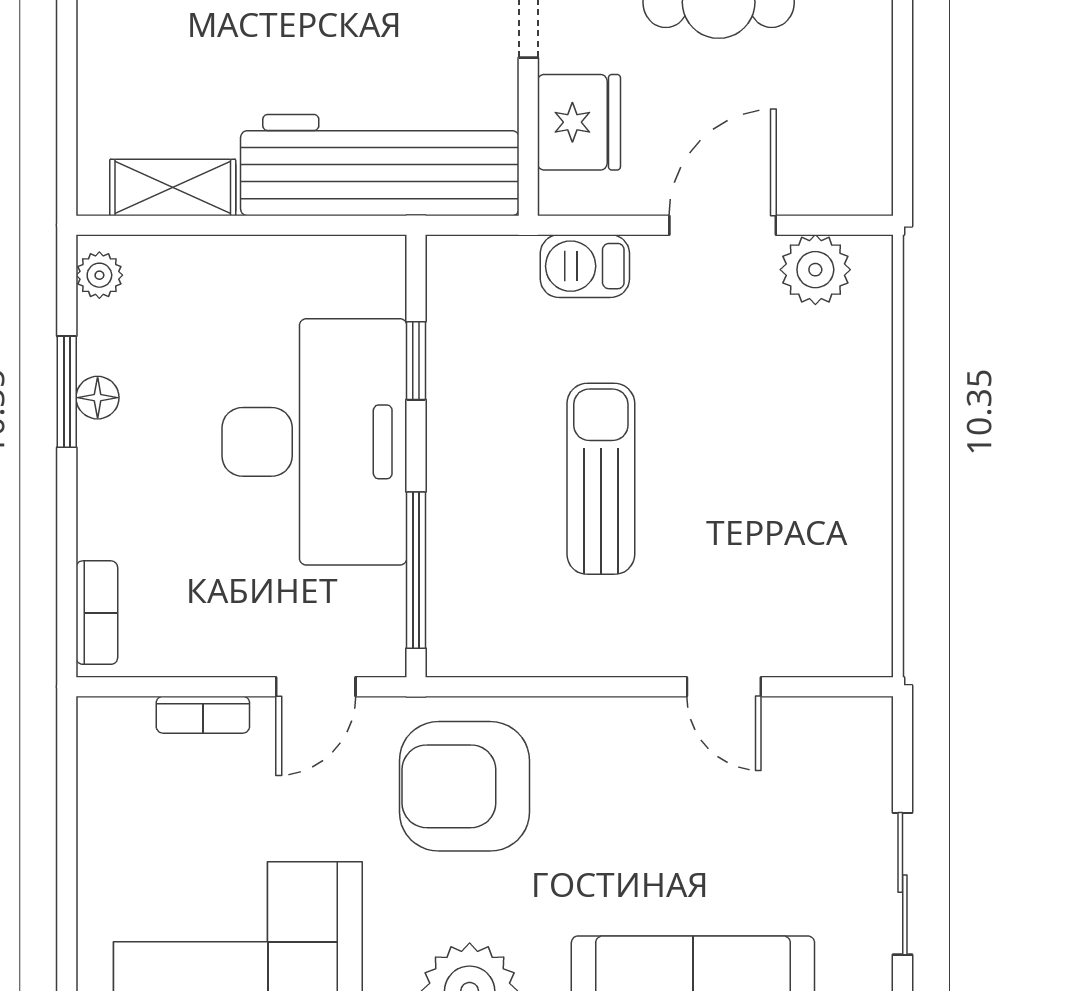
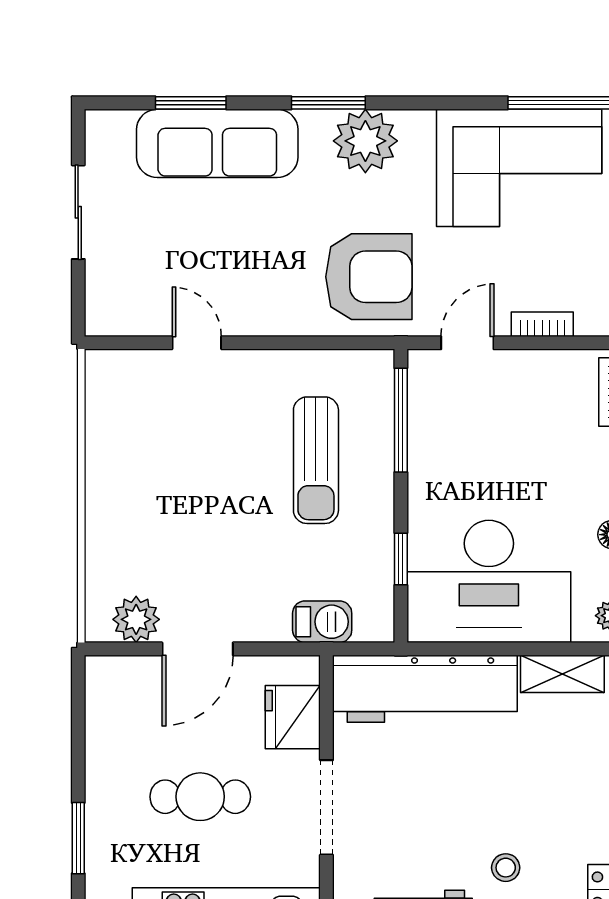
barbecue: (585, 266) -> (322, 622), moved
desk: (314, 442) -> (489, 581), moved, turned -90
sun lounger: (601, 479) -> (316, 460), moved

